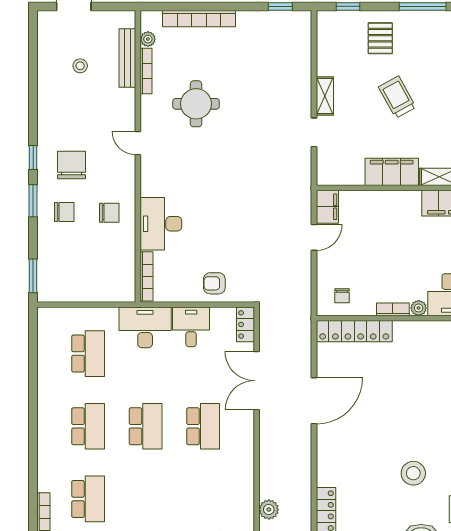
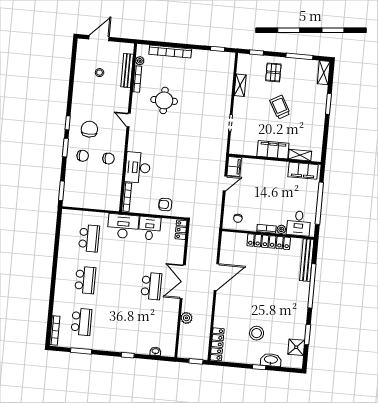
shelving: (325, 96) -> (240, 85), moved
locker: (354, 331) -> (269, 242), moved
double door: (257, 381) -> (183, 282), moved
school desk: (146, 426) -> (118, 283), removed
stool: (413, 473) -> (257, 333), moved
plant: (269, 510) -> (186, 318), moved

